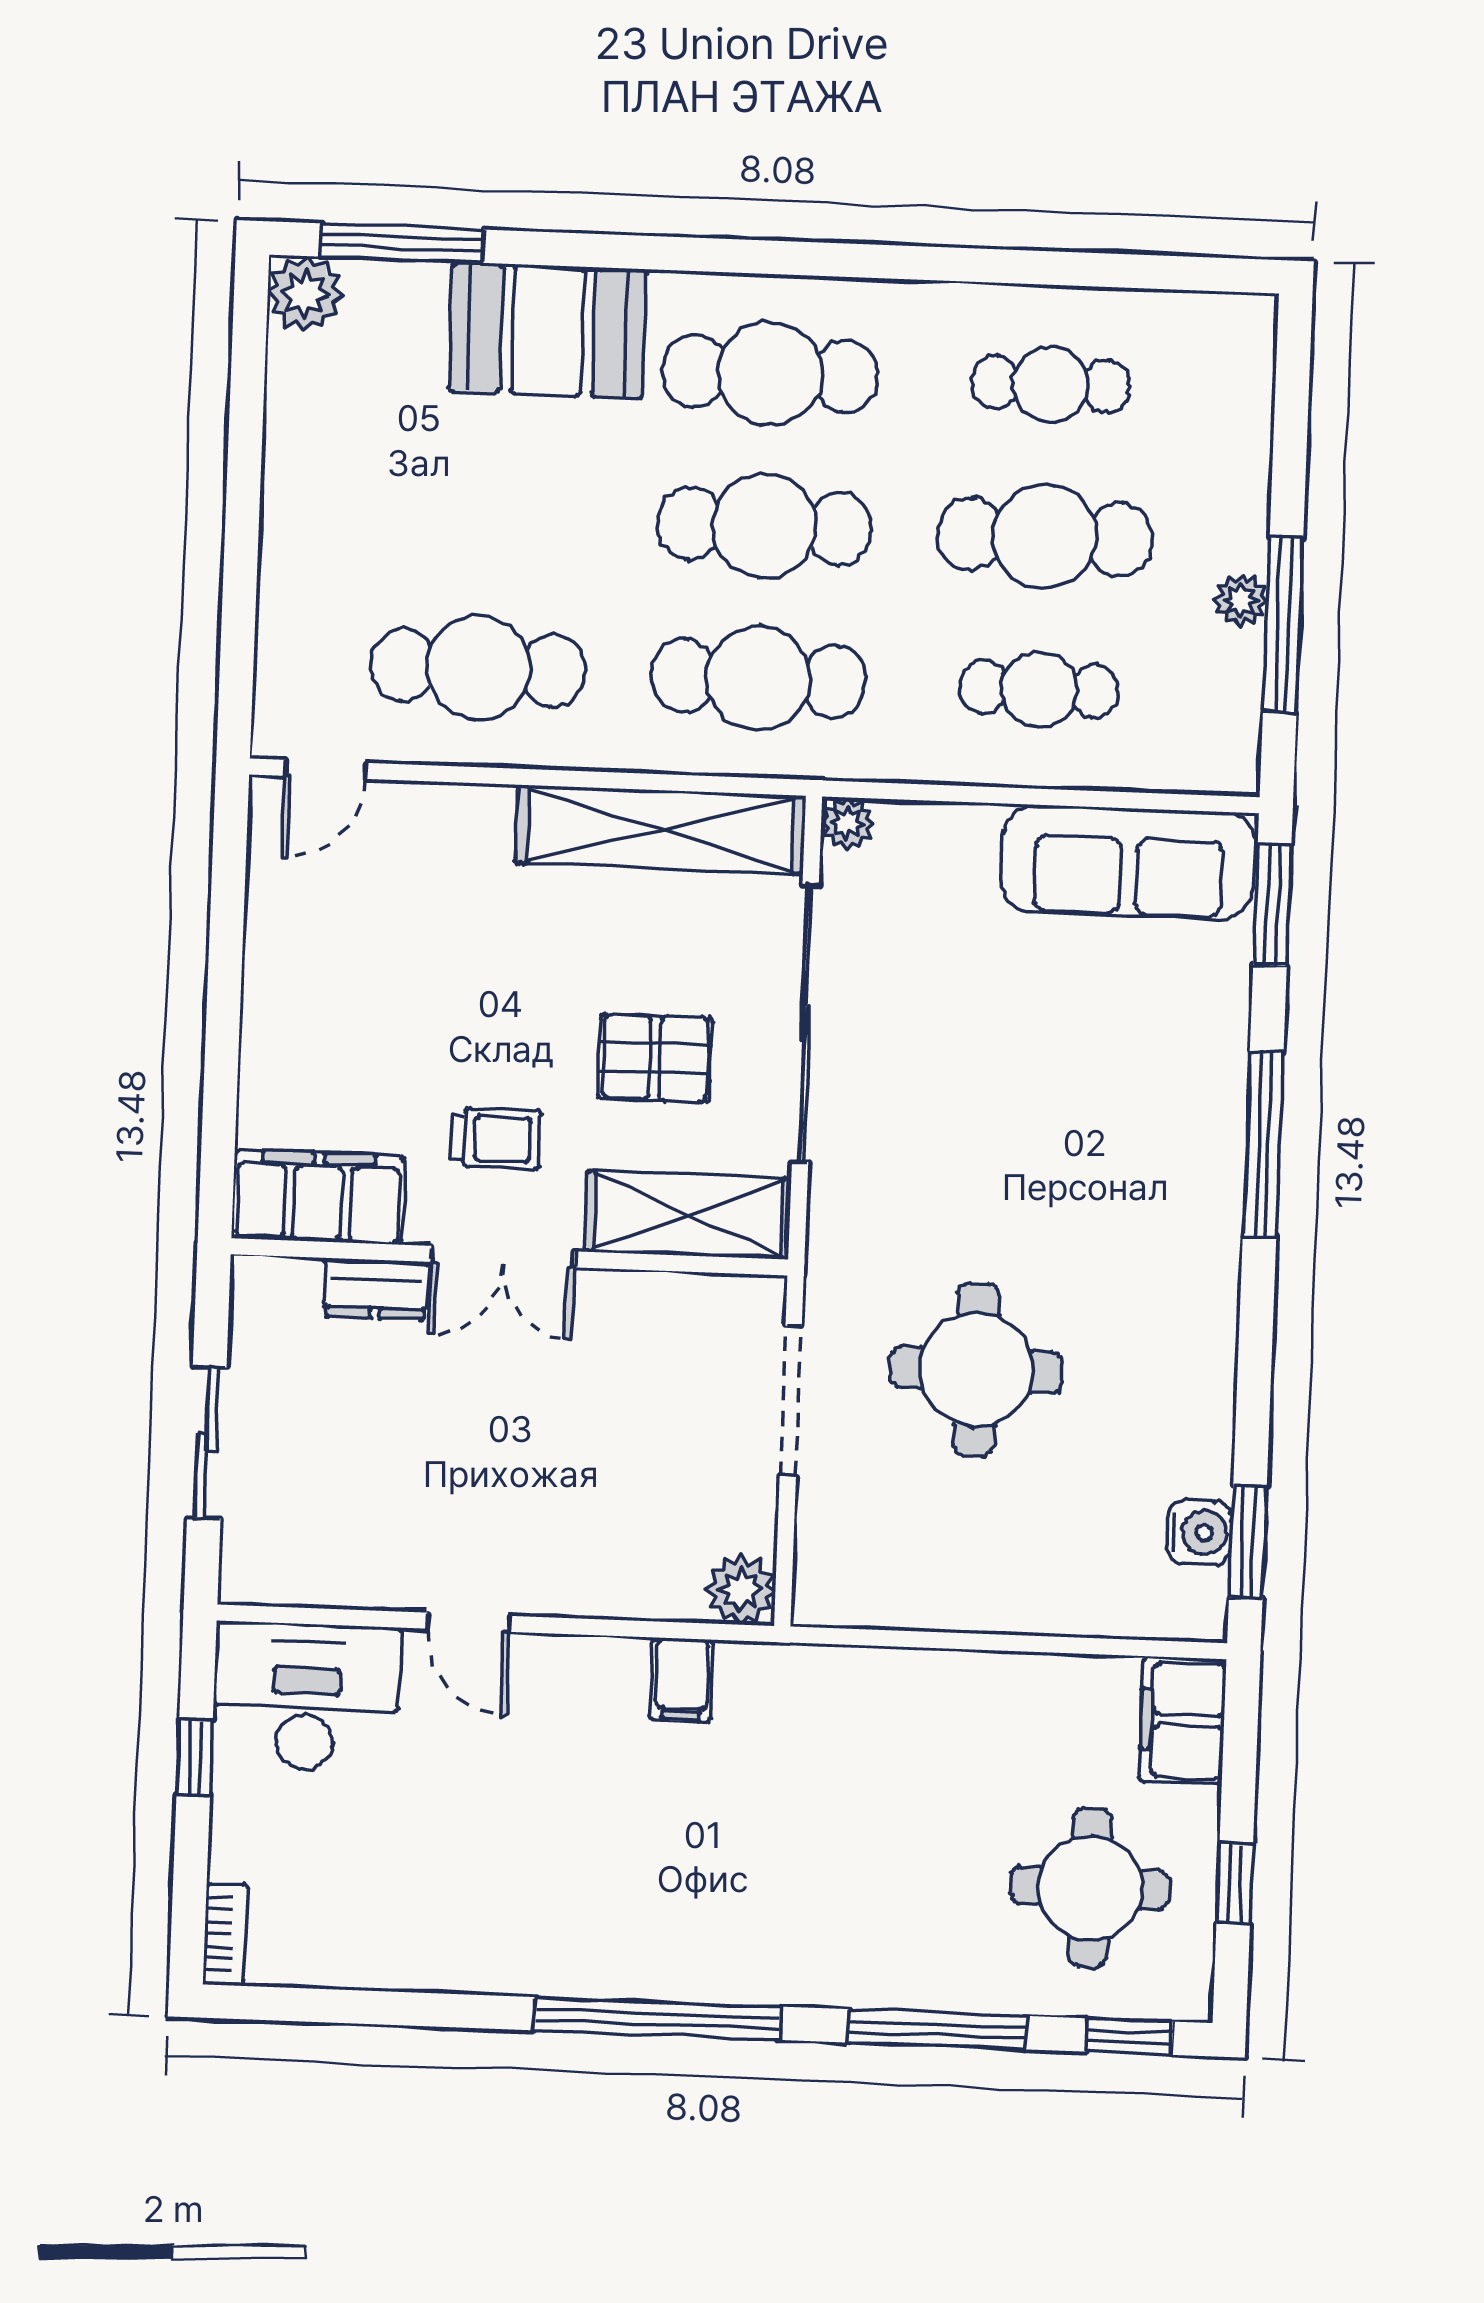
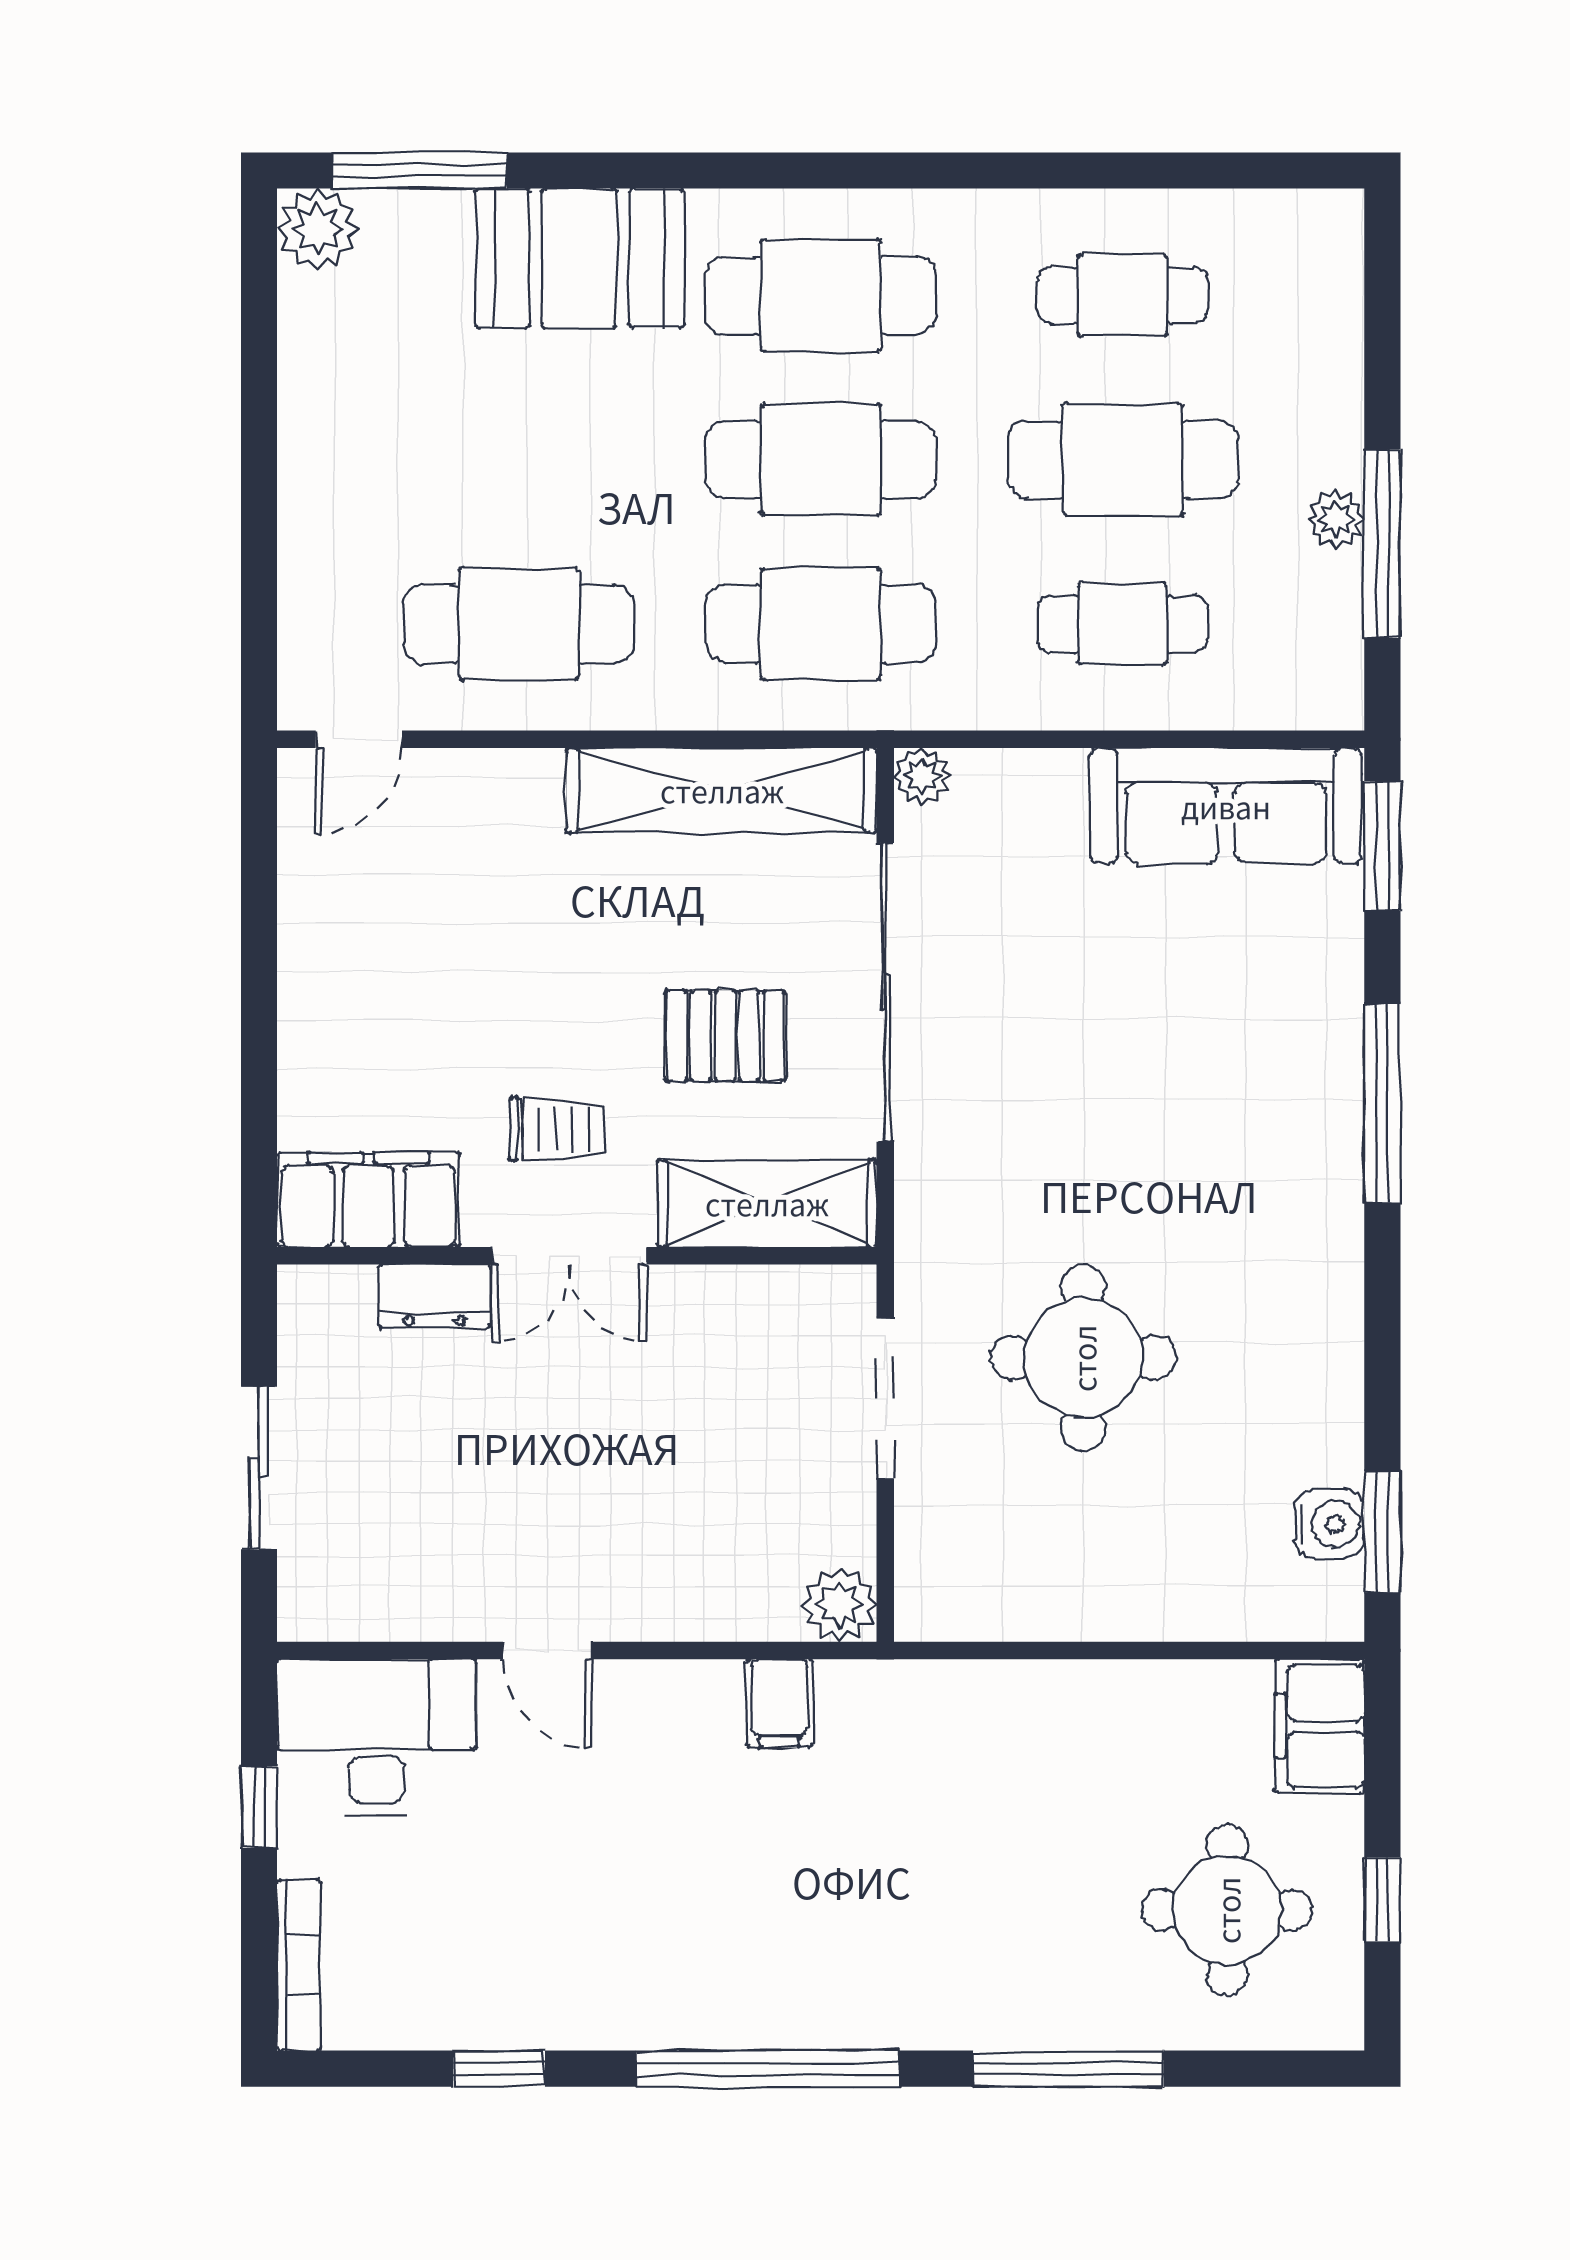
bookcase: (225, 1934) -> (299, 1965), width x1.56
window: (1130, 2037) -> (499, 2069), moved

